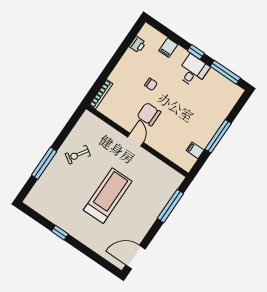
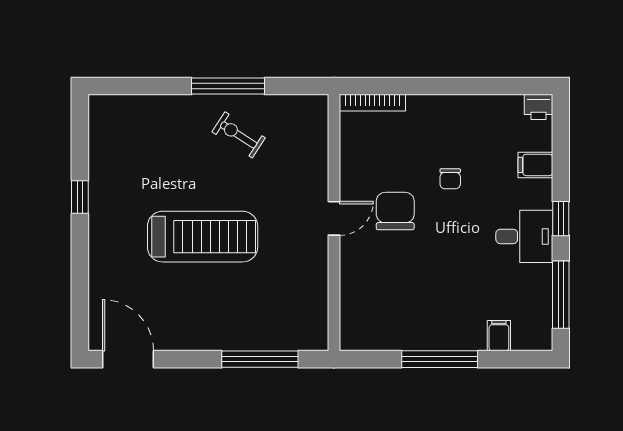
printer: (137, 44) -> (539, 107), moved
filing cabinet: (195, 150) -> (499, 336), moved
window: (44, 163) -> (228, 86), moved

